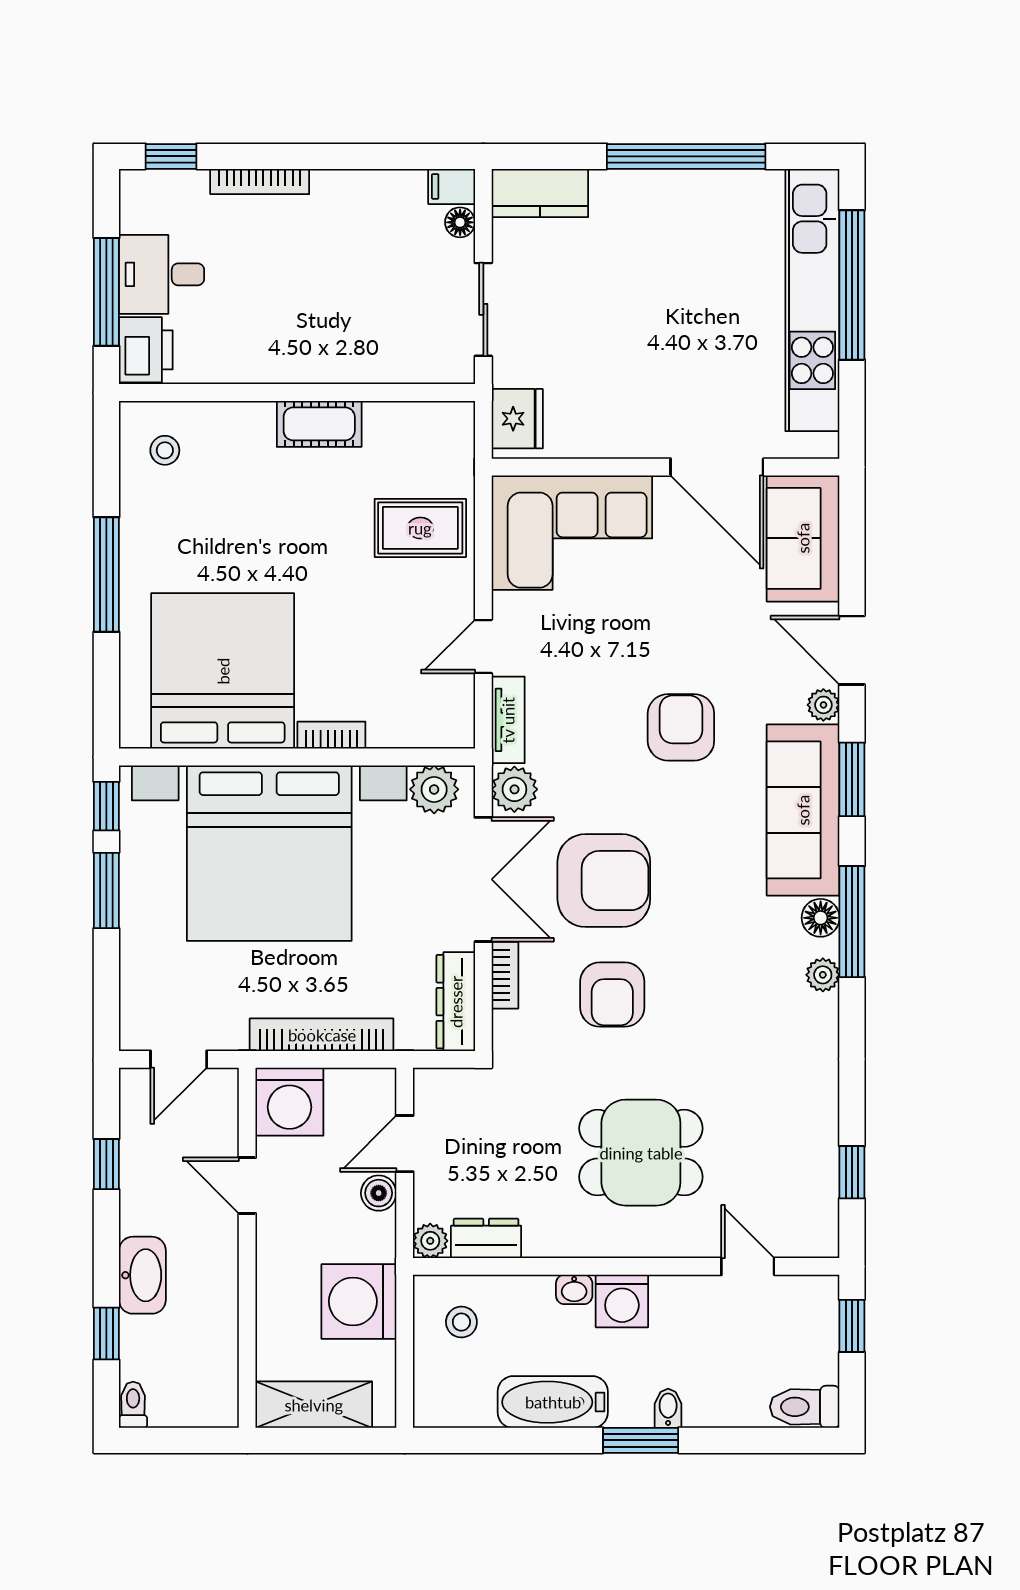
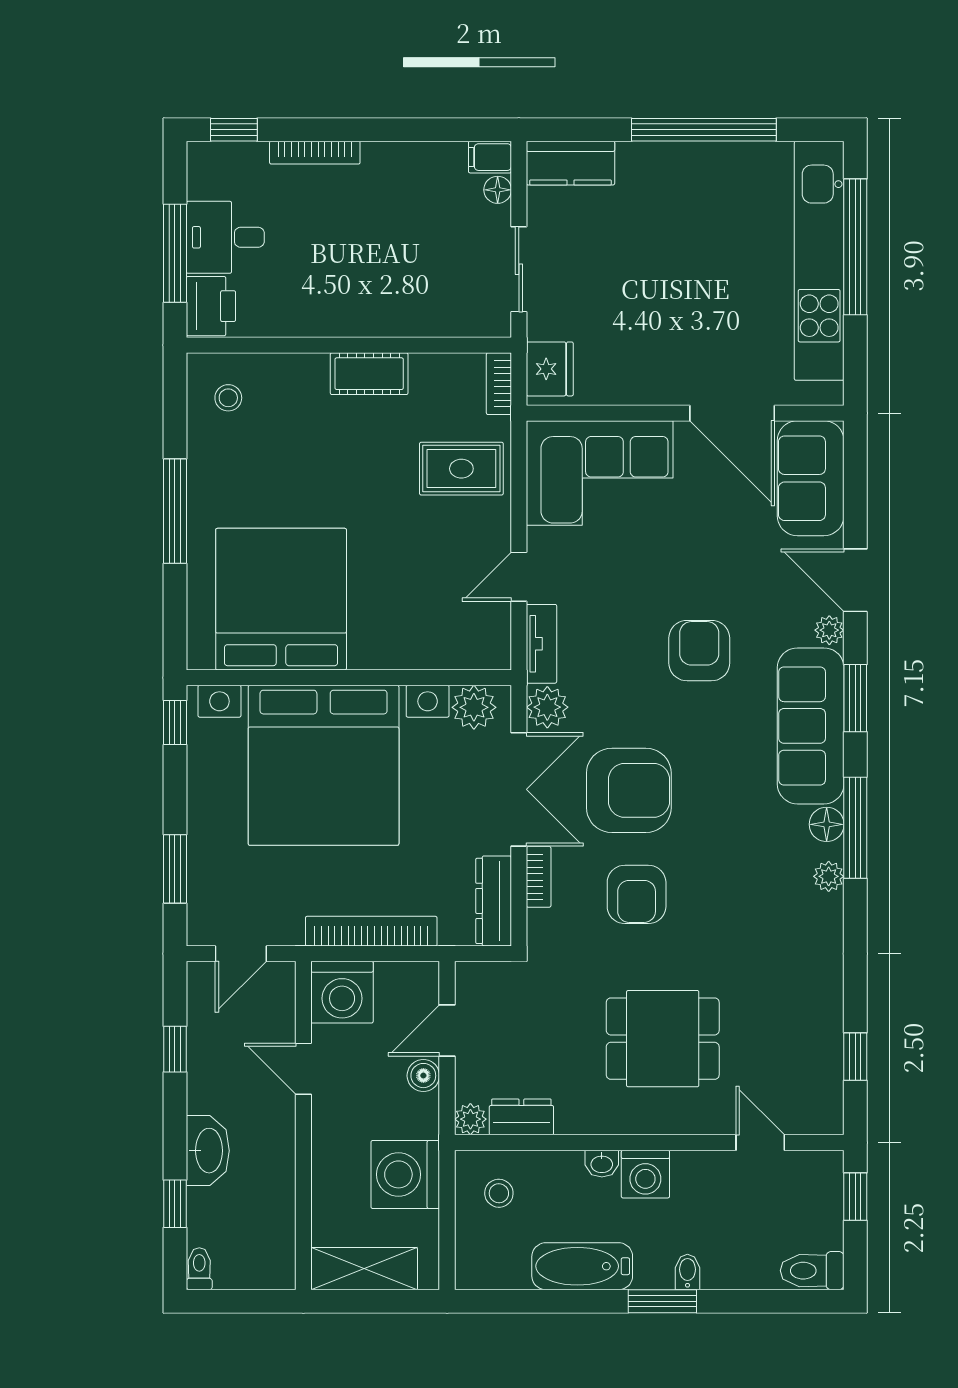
bookcase: (331, 735) -> (499, 384), moved, turned -90
window: (106, 890) -> (175, 869), moved

